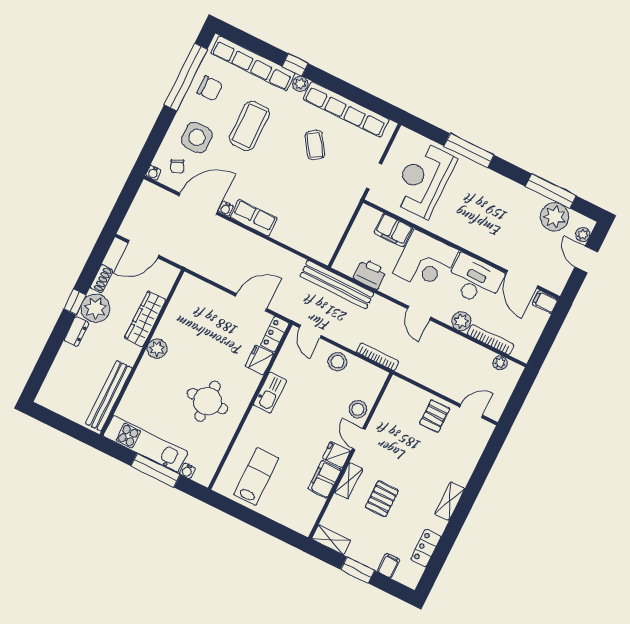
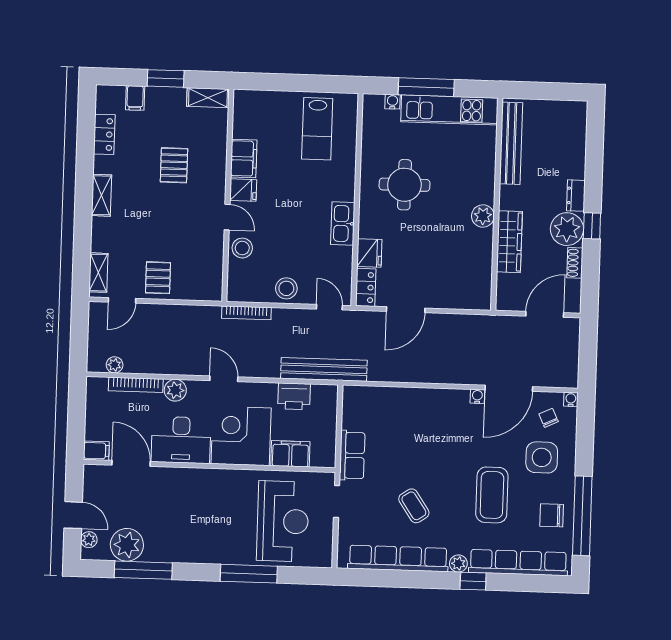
row of seats: (254, 218) -> (352, 455), moved, turned -90
shelving: (349, 481) -> (98, 273), moved

